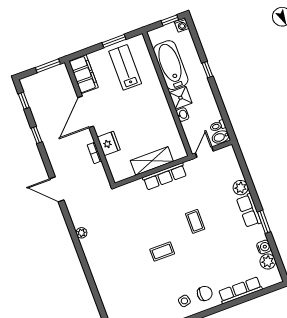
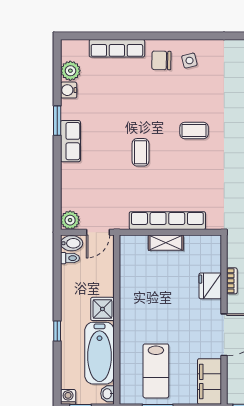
washbasin: (183, 115) -> (108, 394), moved
shelving: (152, 161) -> (166, 243), width x0.67, depth x0.75
row of seats: (165, 176) -> (167, 221), width x1.36
plant: (241, 188) -> (70, 220), moved

